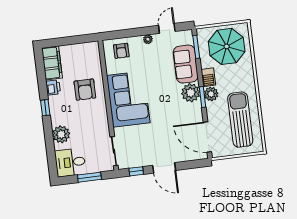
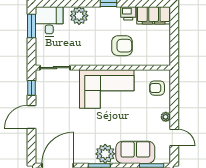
armchair: (85, 90) -> (122, 46), turned 180
window: (89, 177) -> (32, 26), moved

